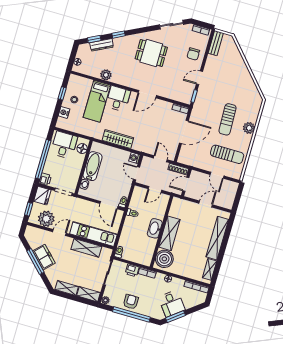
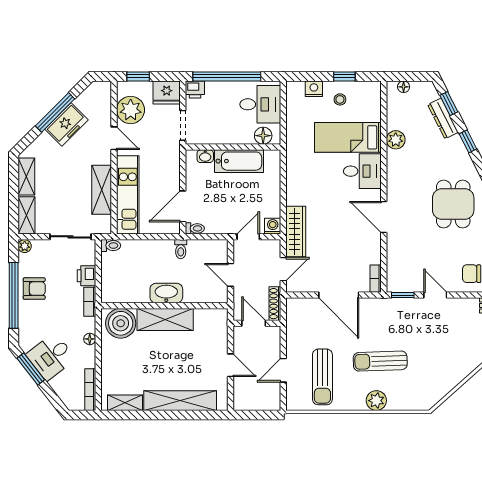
wardrobe: (118, 139) -> (296, 231), moved

